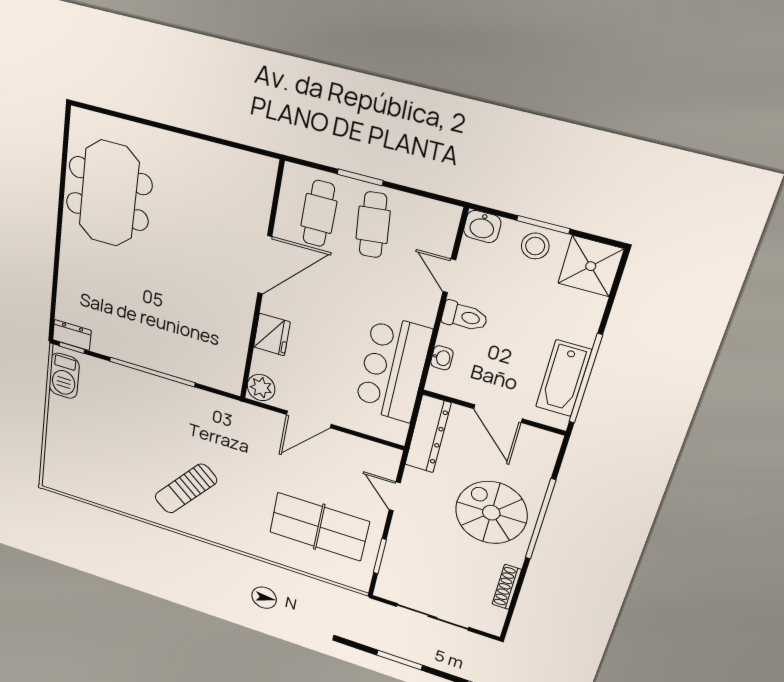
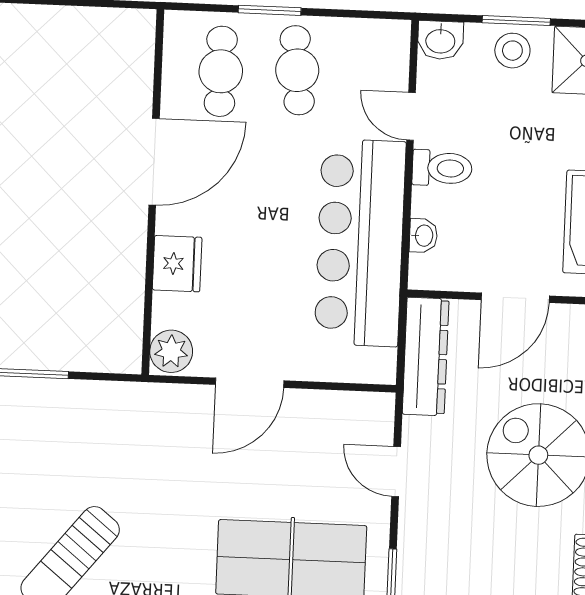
bar counter: (393, 369) -> (360, 243), width x1.36
door: (498, 414) -> (515, 298), hinge flipped

